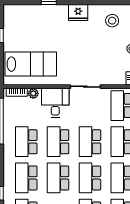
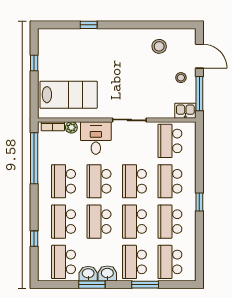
fridge: (78, 13) -> (121, 37), removed

